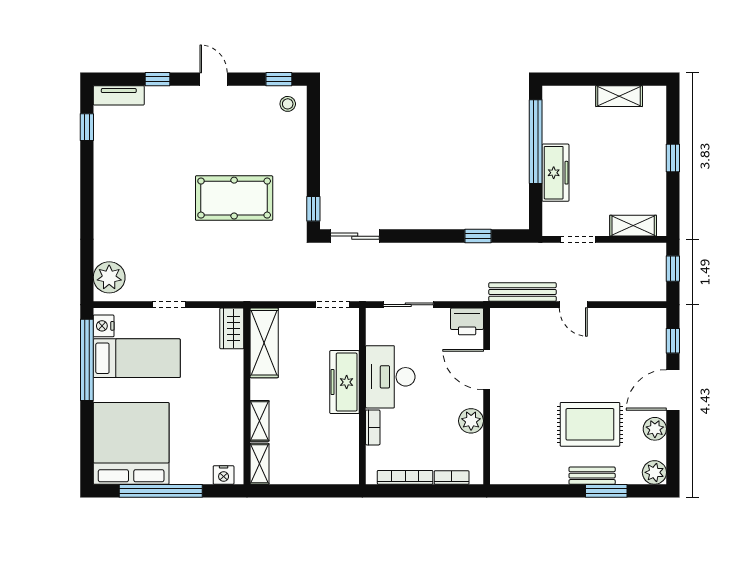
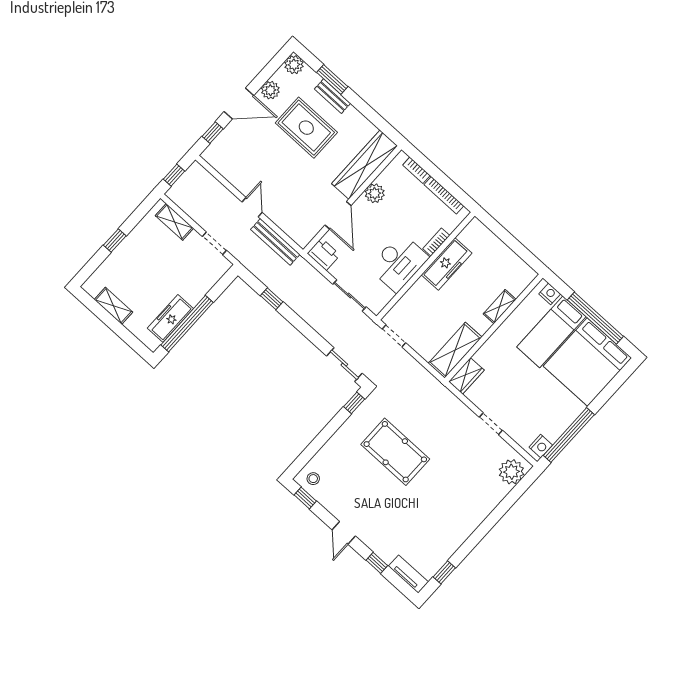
freezer: (556, 173) -> (170, 318), moved
bed: (137, 358) -> (551, 332), moved, turned -90
freezer: (345, 382) -> (447, 264), moved
wardrobe: (505, 439) -> (364, 165), added
shelving: (259, 464) -> (523, 281), removed

